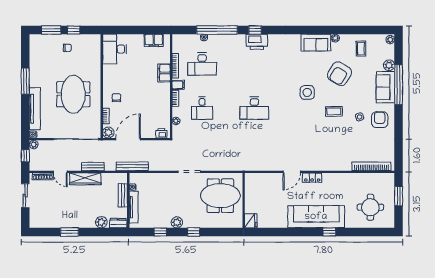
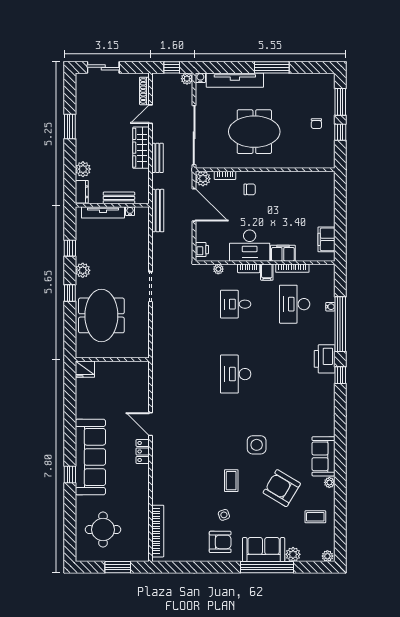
printer: (257, 42) -> (325, 359), moved
desk: (115, 49) -> (250, 246), moved, turned 180
sliding door: (25, 196) -> (103, 67), moved
meeting table: (220, 196) -> (101, 315), moved

